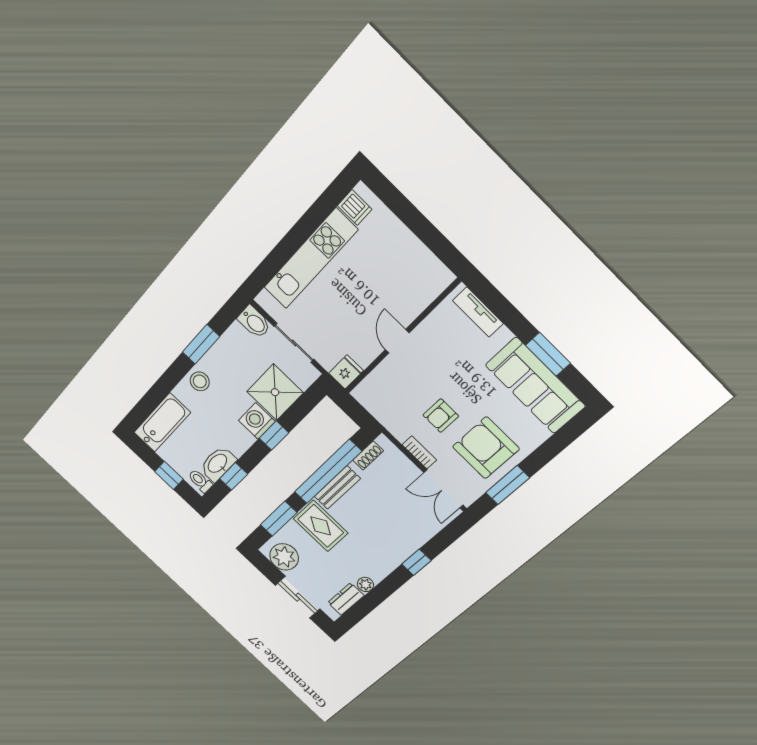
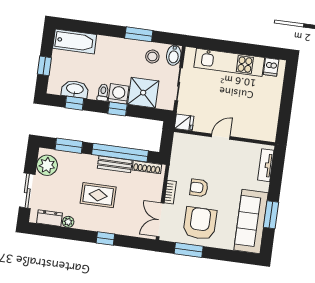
stool: (200, 381) -> (152, 56), moved
shoe rack: (368, 456) -> (147, 167), width x1.43
toilet: (200, 481) -> (103, 93), moved
rug: (321, 526) -> (98, 195), moved, turned 90

